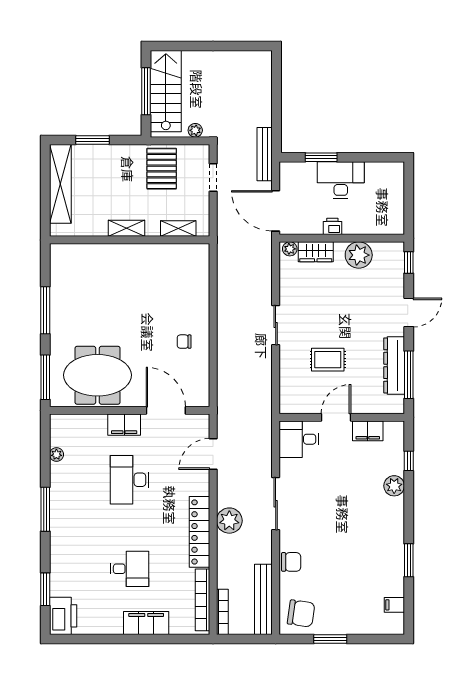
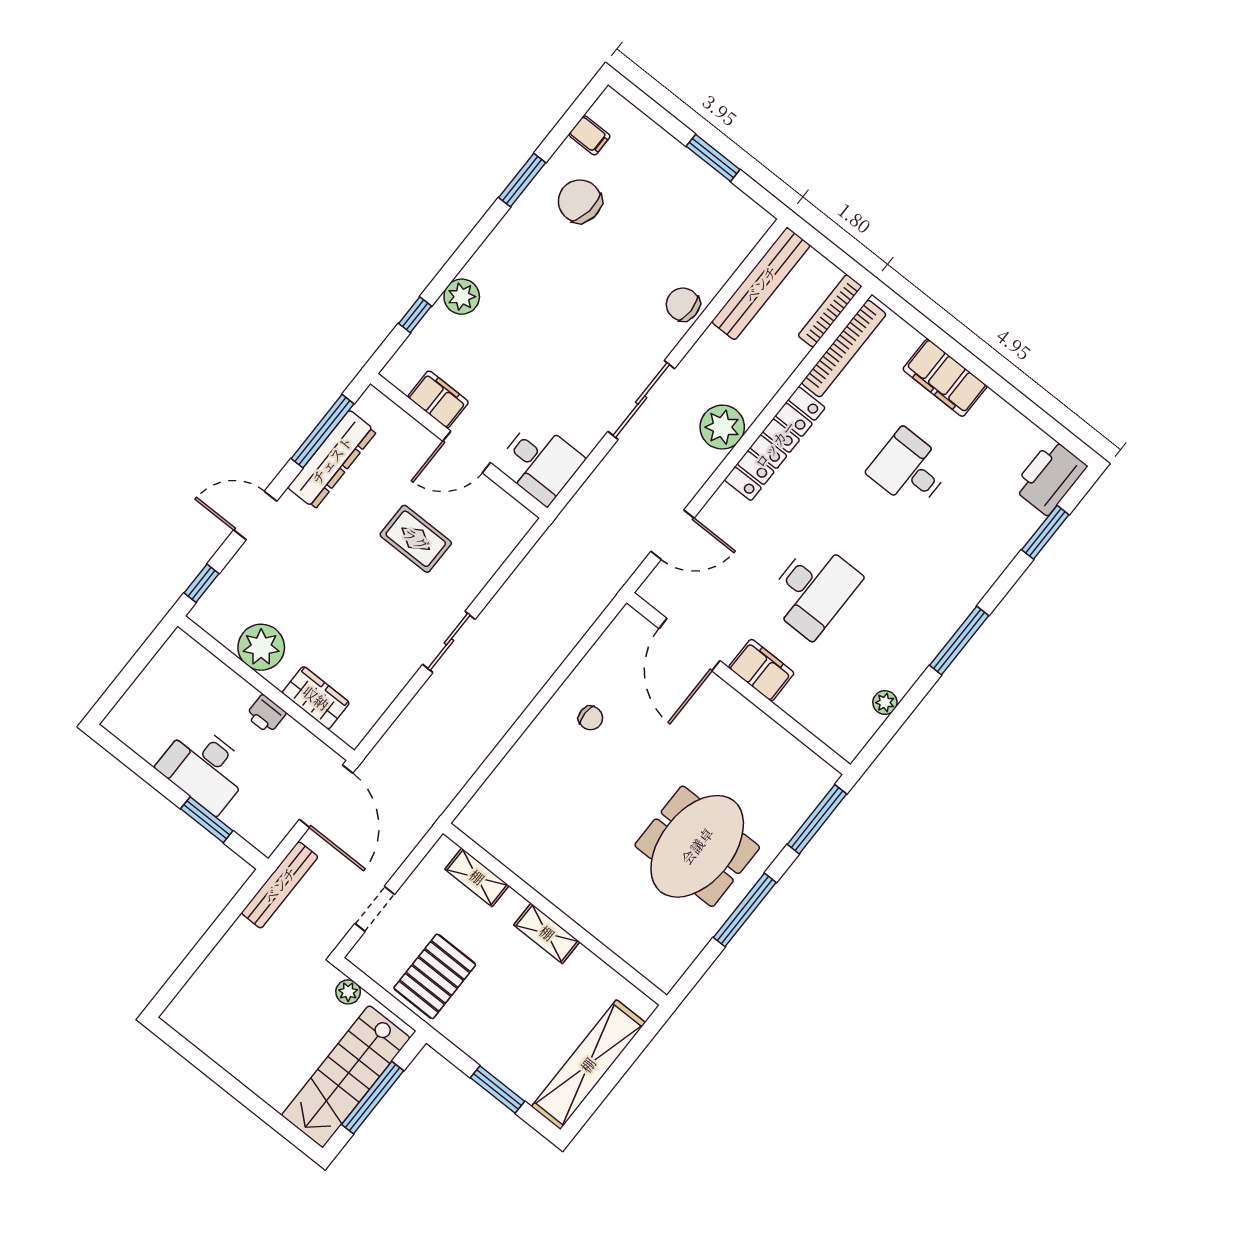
plant: (290, 249) -> (348, 730), removed
meeting table: (98, 375) -> (697, 846), moved, turned 90
chair: (301, 613) -> (580, 201), moved

